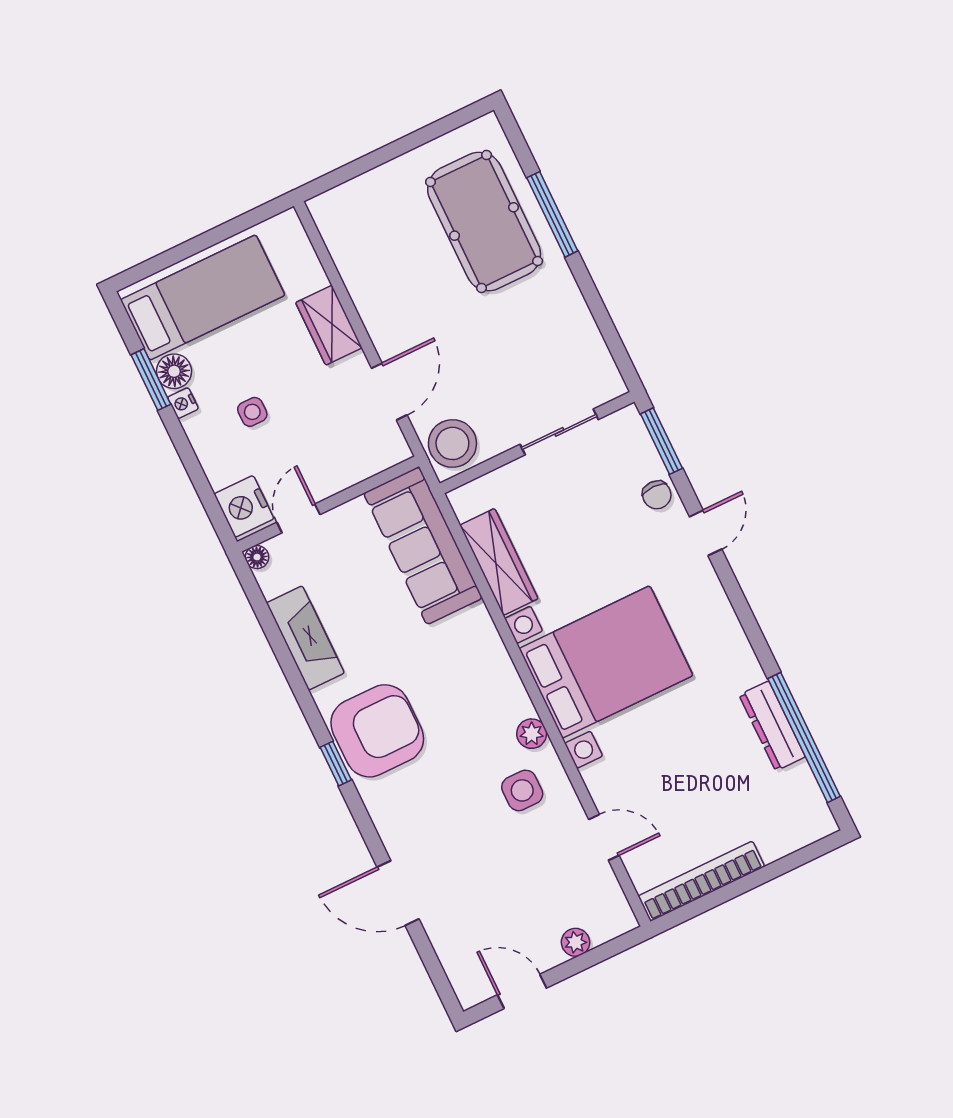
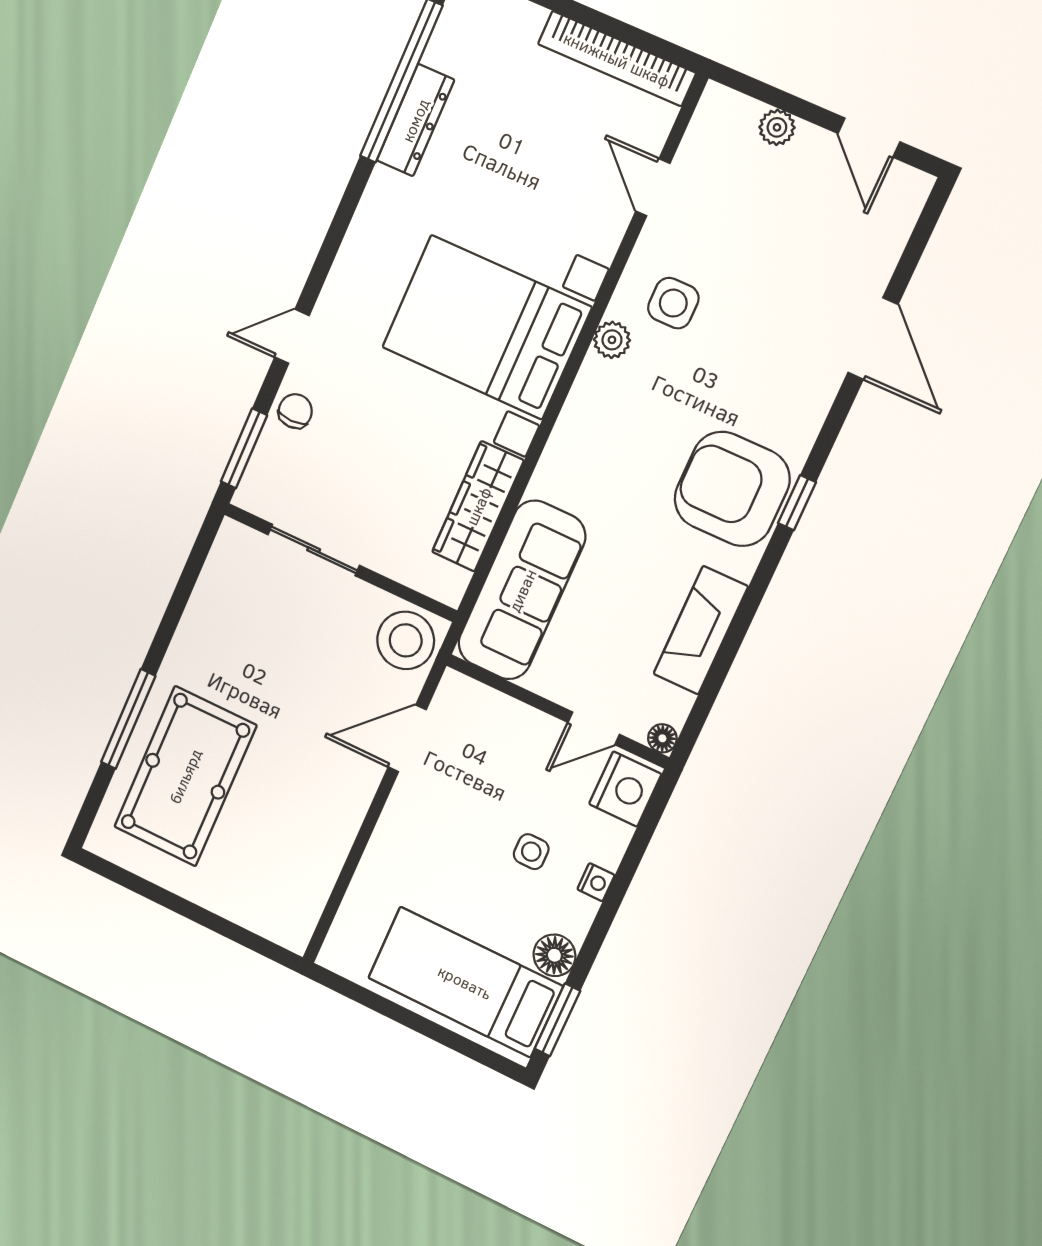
wardrobe: (329, 325) -> (394, 844), removed
window: (151, 380) -> (557, 1020), moved
nightstand: (183, 403) -> (596, 882), moved

